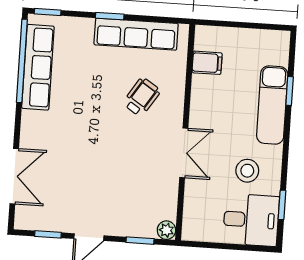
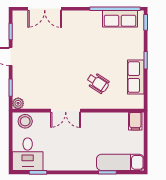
row of seats: (136, 34) -> (136, 77), width x0.68
filing cabinet: (207, 63) -> (135, 121), moved
row of seats: (38, 67) -> (120, 19), width x0.68
exam couch: (272, 105) -> (120, 162), moved
stool: (247, 171) -> (25, 121), moved

